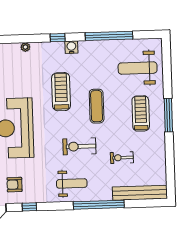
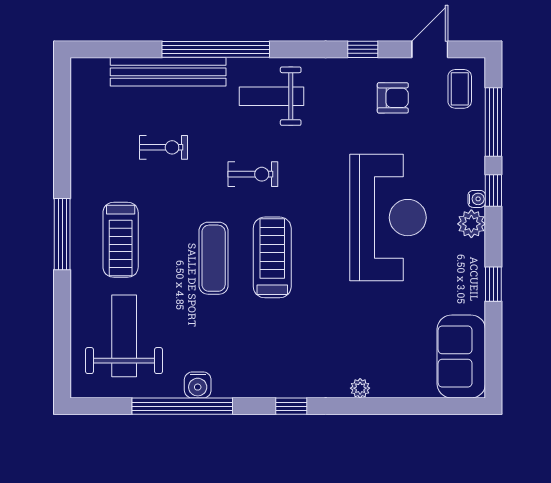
water cooler: (71, 47) -> (198, 385), moved
weight bench: (138, 68) -> (124, 336), turned -90
treadmill: (61, 92) -> (272, 257), moved, turned 180
exercise bike: (79, 146) -> (253, 174), width x0.73, depth x0.72
bench: (140, 193) -> (168, 72), moved

